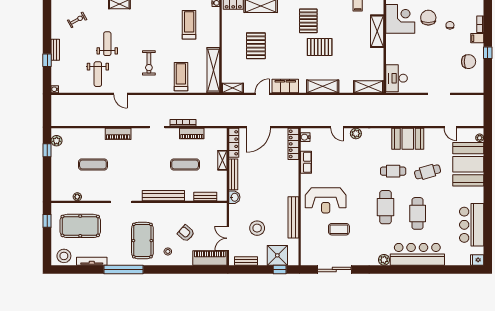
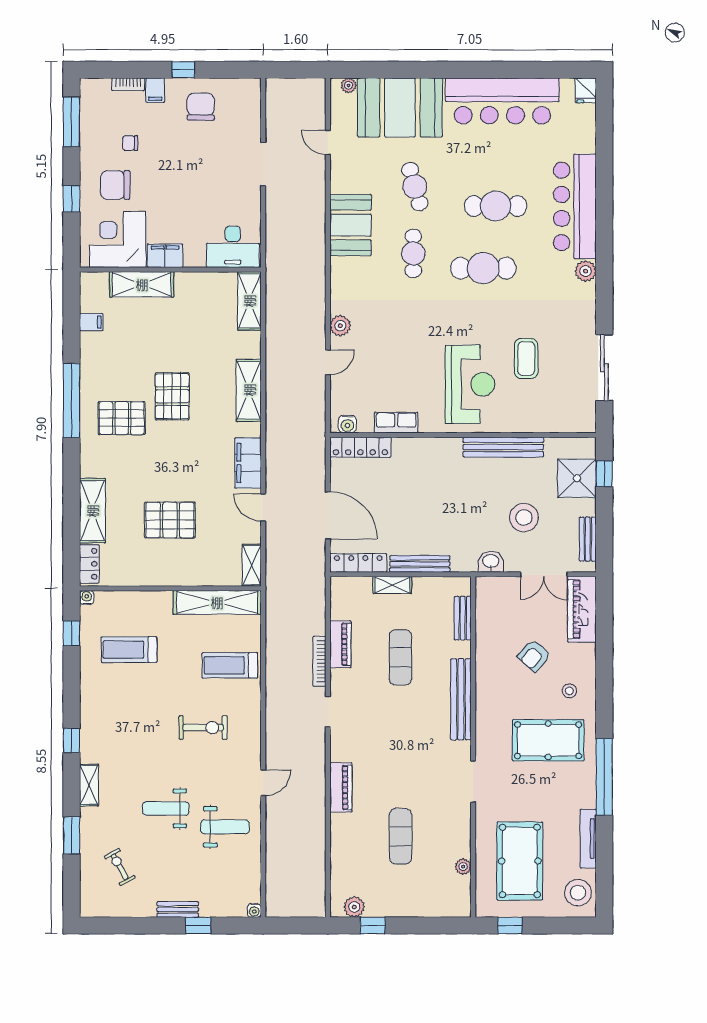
filing cabinet: (392, 43) -> (165, 256), added
door: (450, 127) -> (328, 142), swing flipped
washbasin: (234, 197) -> (491, 562), moved
bar counter: (472, 225) -> (502, 101), width x1.36

